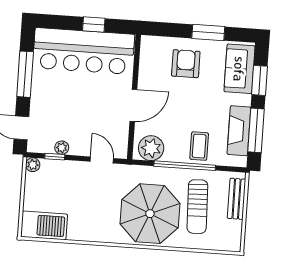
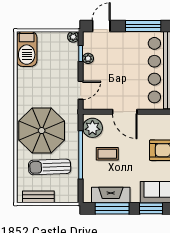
coffee table: (199, 146) -> (107, 154), moved
bench: (237, 199) -> (38, 197), moved

